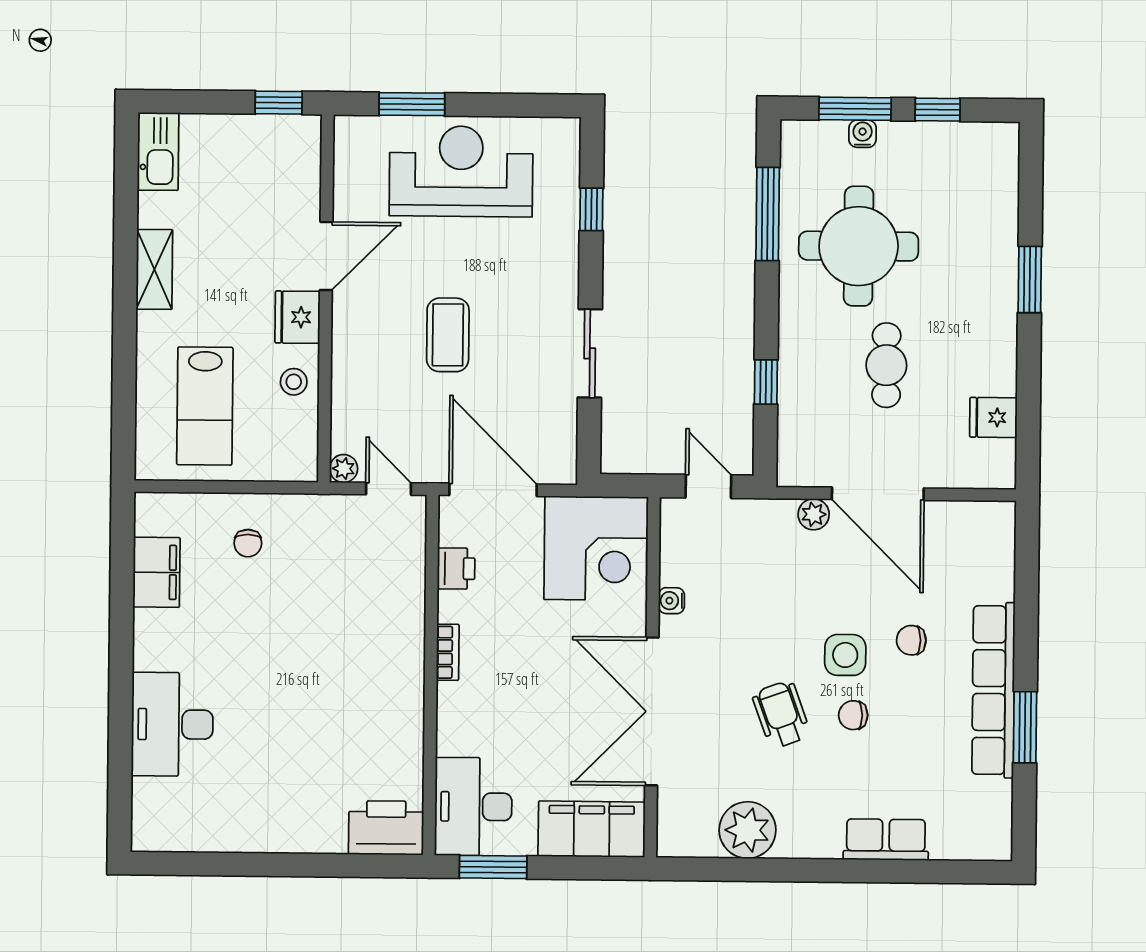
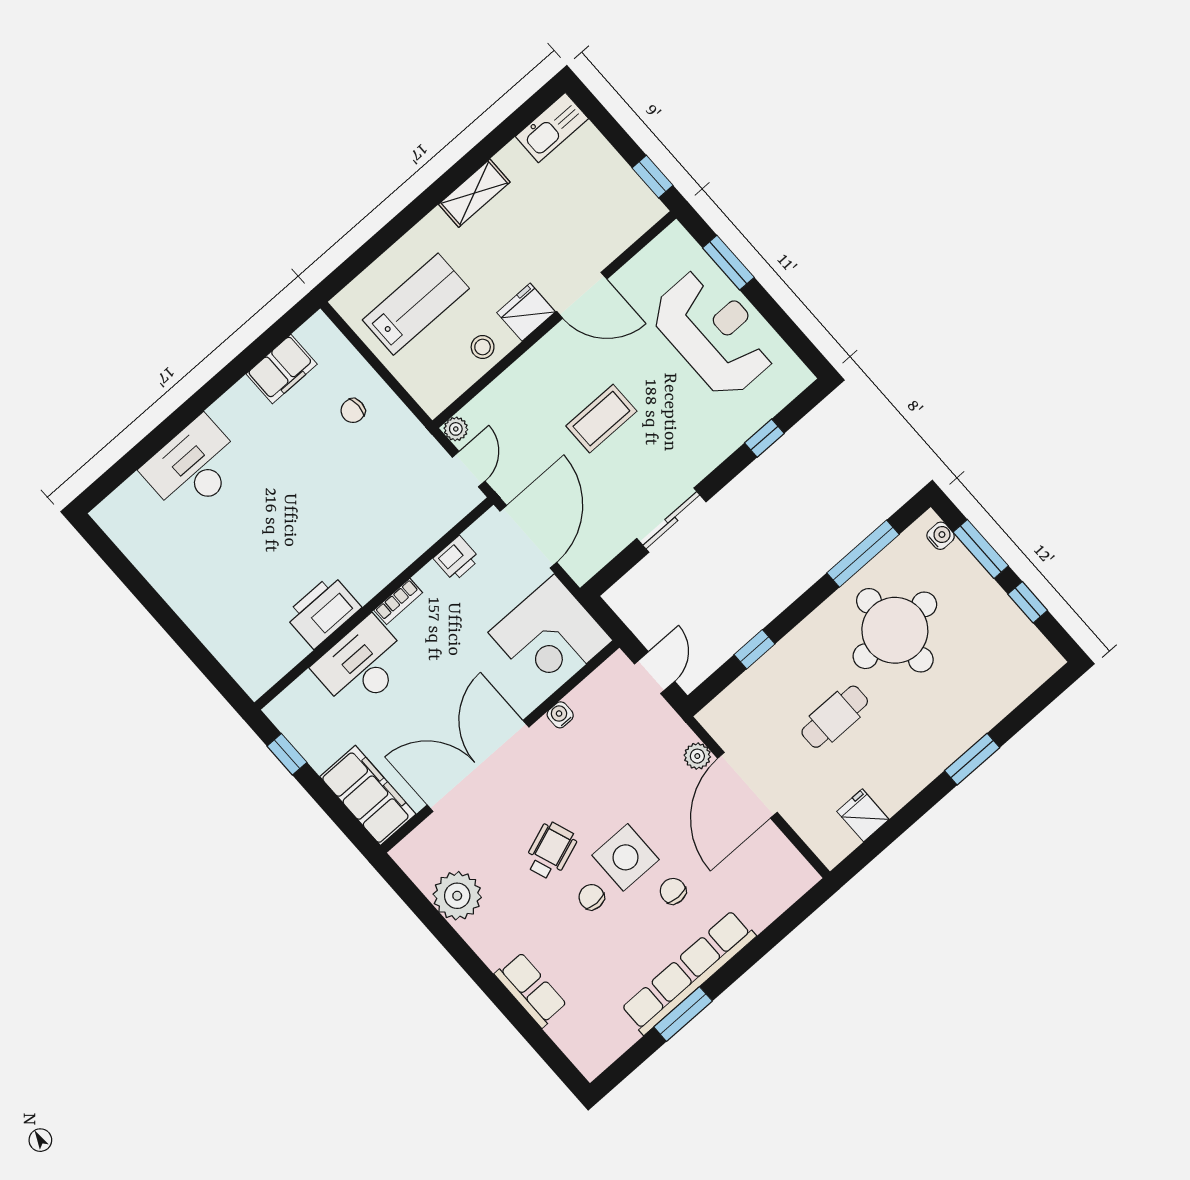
water cooler: (863, 134) -> (941, 536), moved
lab bench: (205, 406) -> (416, 304), turned 180
side table: (845, 655) -> (626, 857), width x1.37, depth x1.37
desk: (473, 807) -> (362, 665), moved
printer: (386, 828) -> (323, 611), moved, turned -90
window: (493, 867) -> (287, 754), width x0.67

